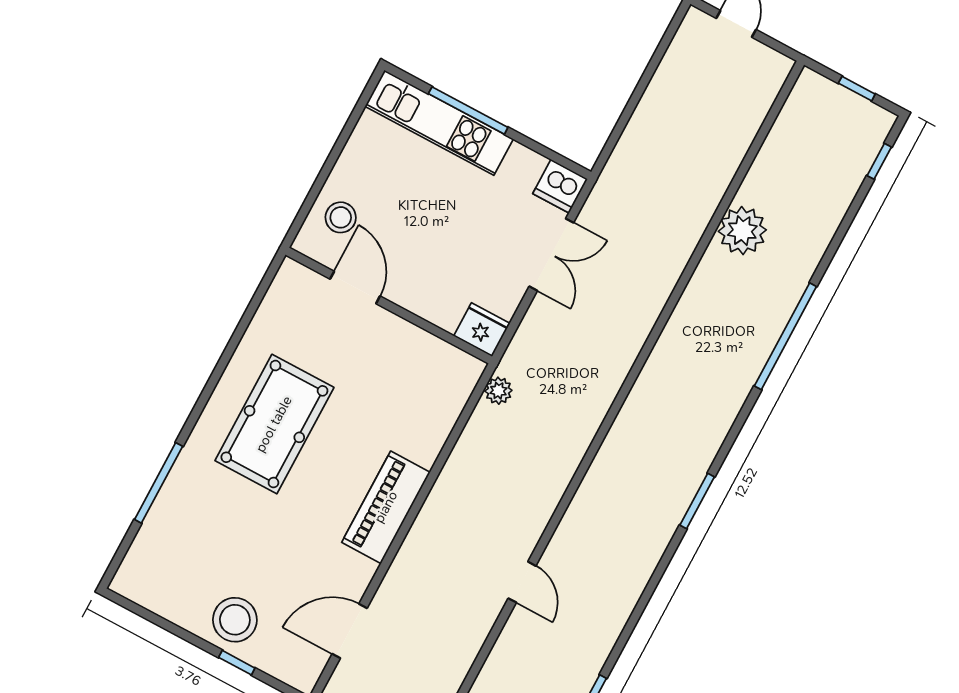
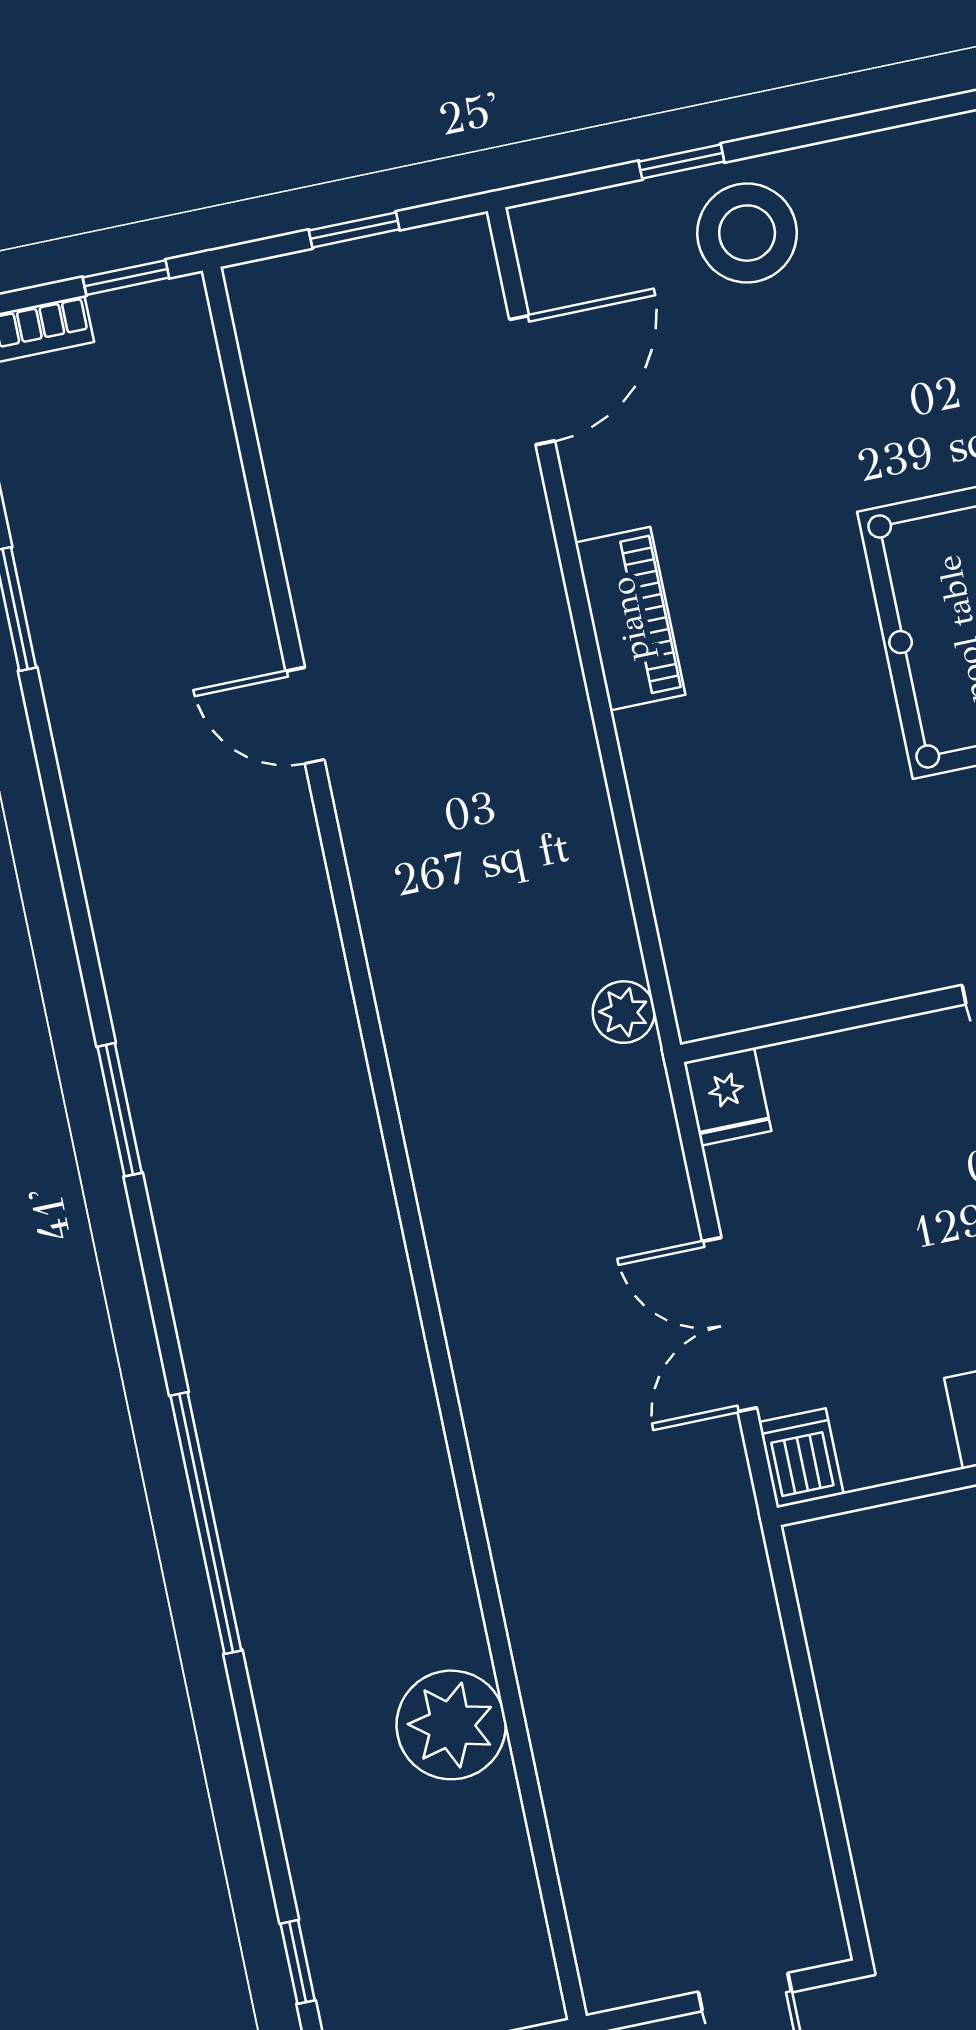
dishwasher: (560, 186) -> (801, 1458), width x0.73
plant: (742, 231) -> (451, 1725), moved
fridge: (482, 330) -> (727, 1097), width x0.72
piano: (386, 507) -> (630, 619), width x0.73, depth x0.75

